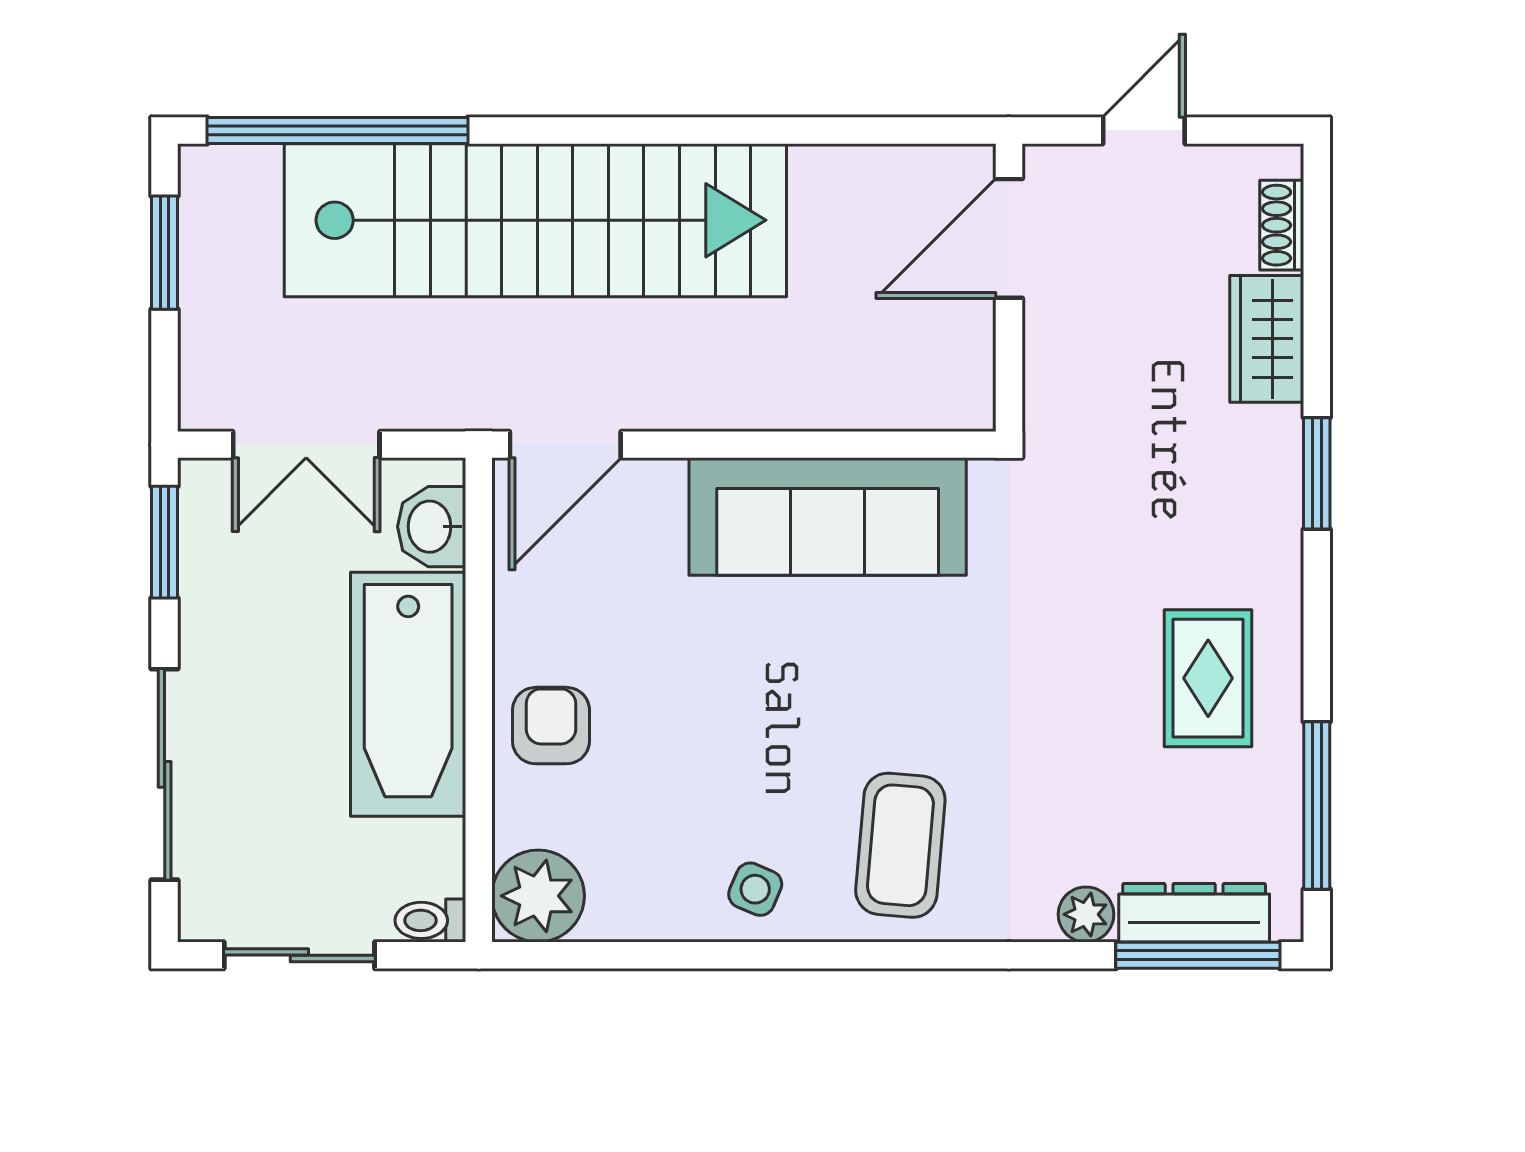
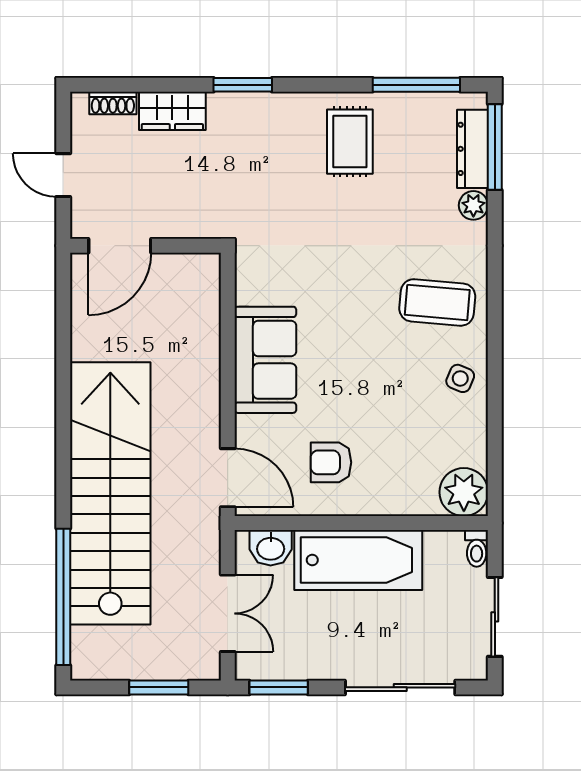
door: (1009, 238) -> (120, 246), hinge flipped
window: (165, 253) -> (159, 687), moved
sofa: (828, 517) -> (265, 360), width x0.73
rug: (1208, 678) -> (350, 142), turned 90
armchair: (551, 726) -> (331, 462), moved

